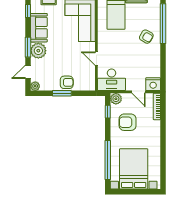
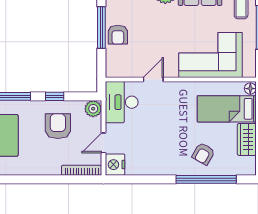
armchair: (146, 37) -> (203, 154), moved
window: (62, 93) -> (101, 28), width x1.44
window: (108, 112) -> (55, 96), moved

